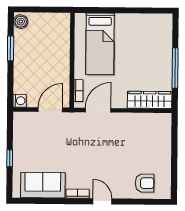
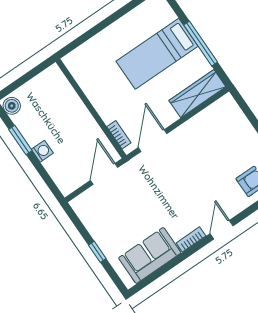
bed: (100, 44) -> (157, 54), moved, turned 90
washing machine: (20, 101) -> (42, 151), moved
door: (102, 201) -> (222, 230), hinge flipped

